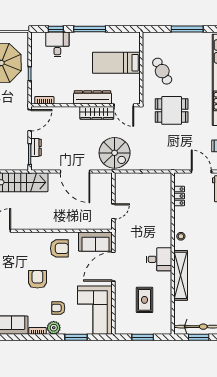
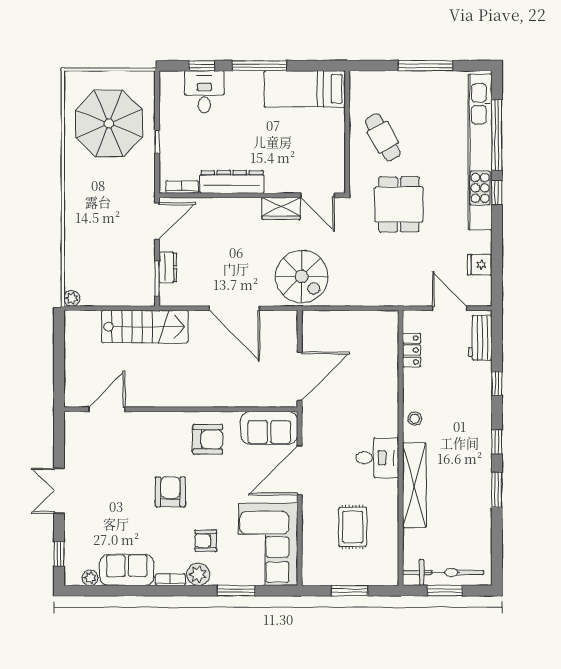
bed: (116, 63) -> (305, 89), moved
dresser: (92, 97) -> (232, 182), moved
dining table: (172, 110) -> (399, 204), turned 90
wardrobe: (97, 113) -> (281, 208), width x0.67
door: (113, 211) -> (300, 376), width x1.87

